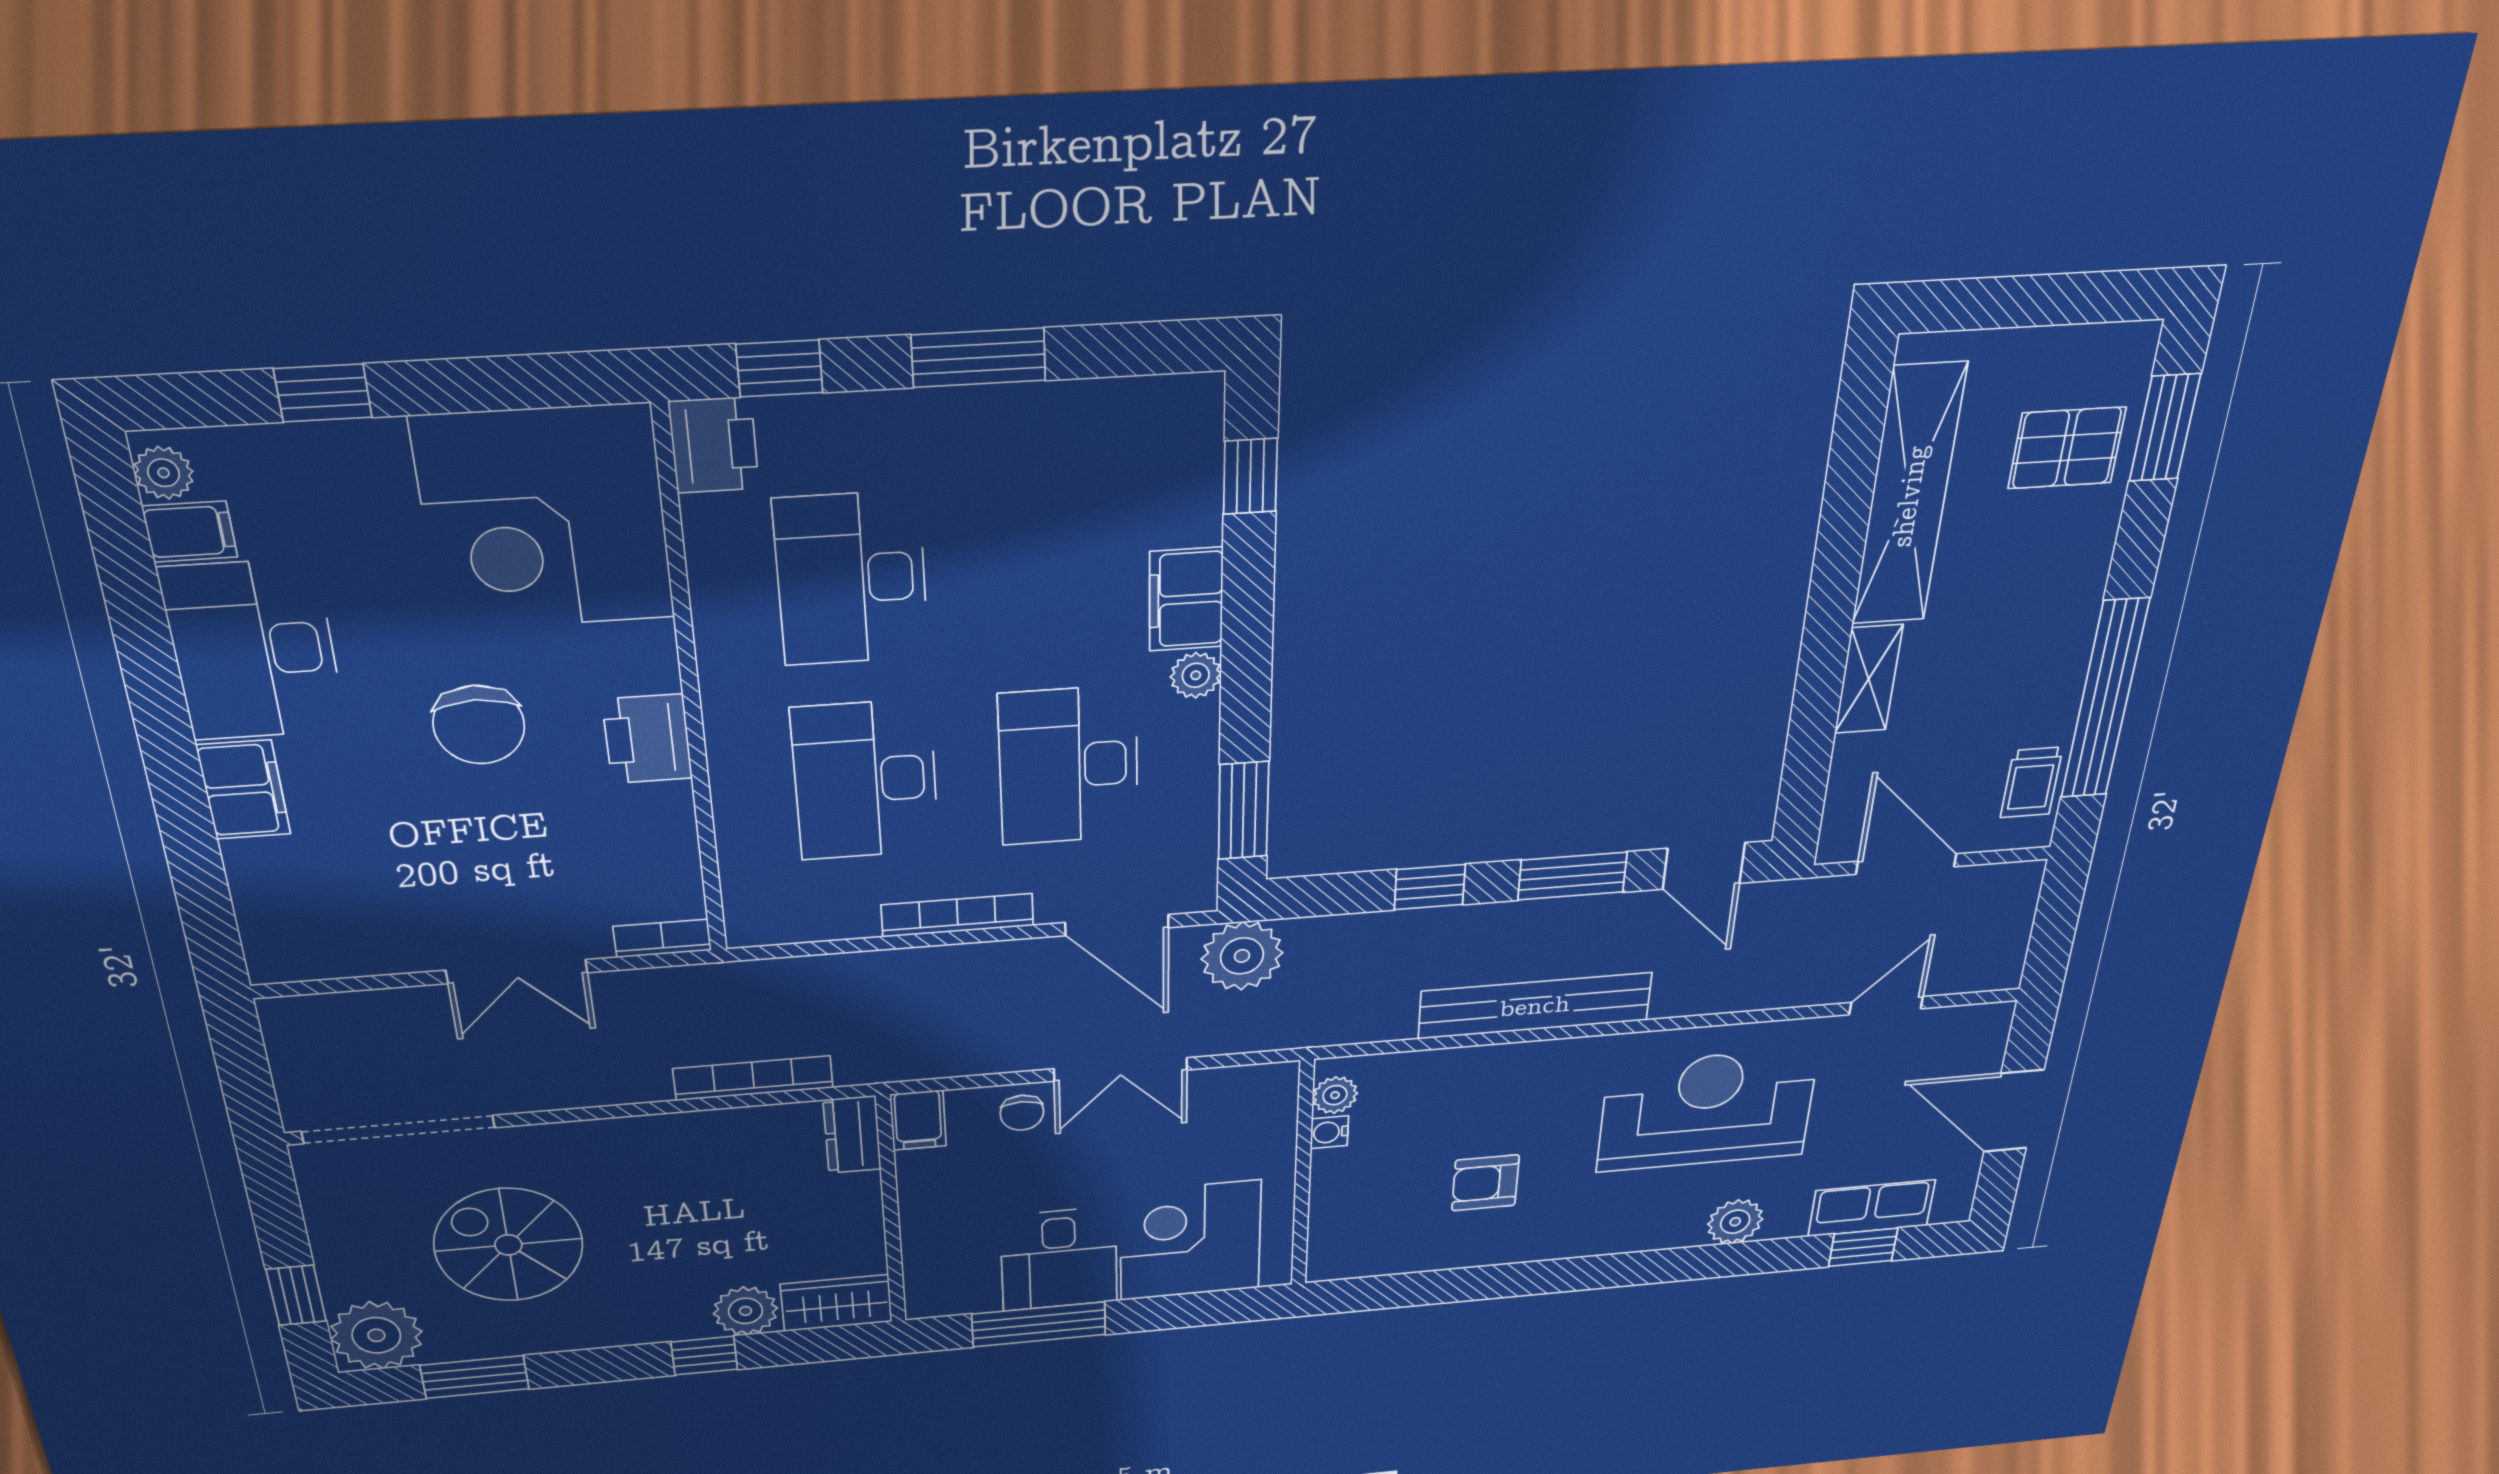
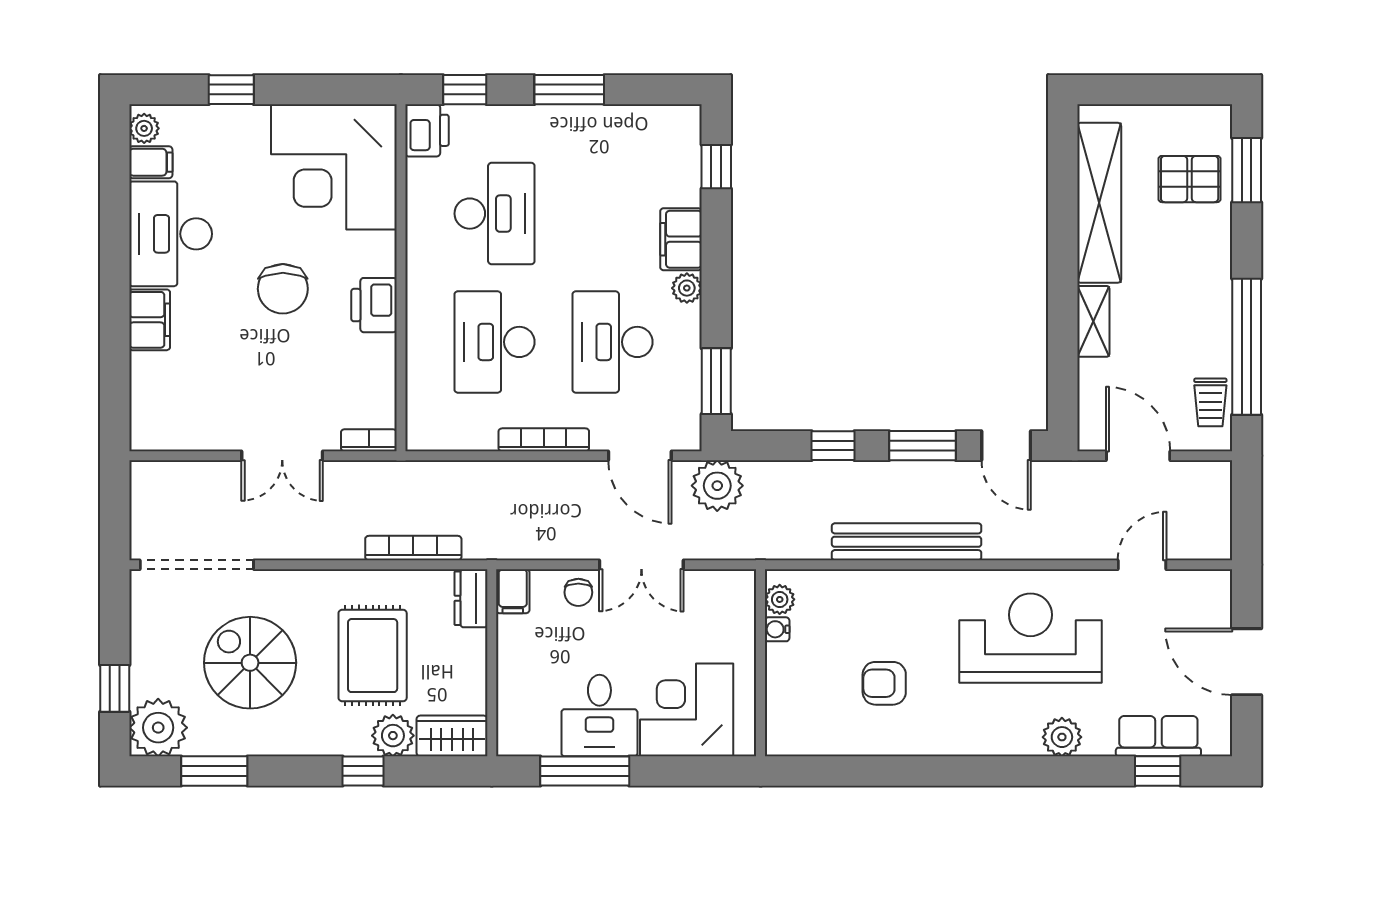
desk: (851, 579) -> (495, 214), turned 180
rug: (703, 1219) -> (373, 656), added

